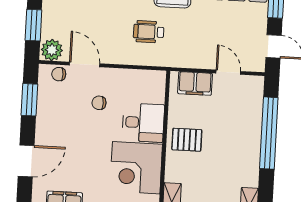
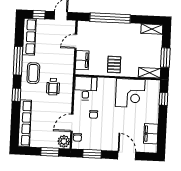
desk: (143, 123) -> (86, 88), moved

